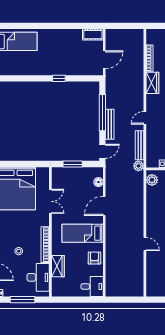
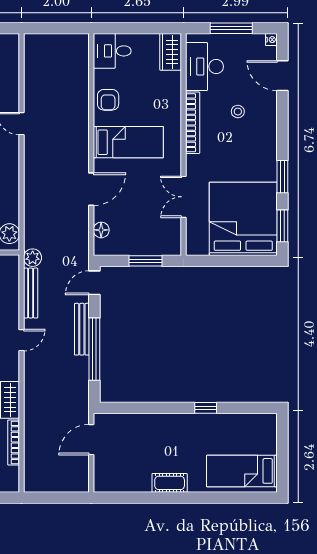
cot: (93, 35) -> (170, 483), moved
window: (59, 78) -> (206, 408), moved
wardrobe: (58, 266) -> (171, 52), moved

